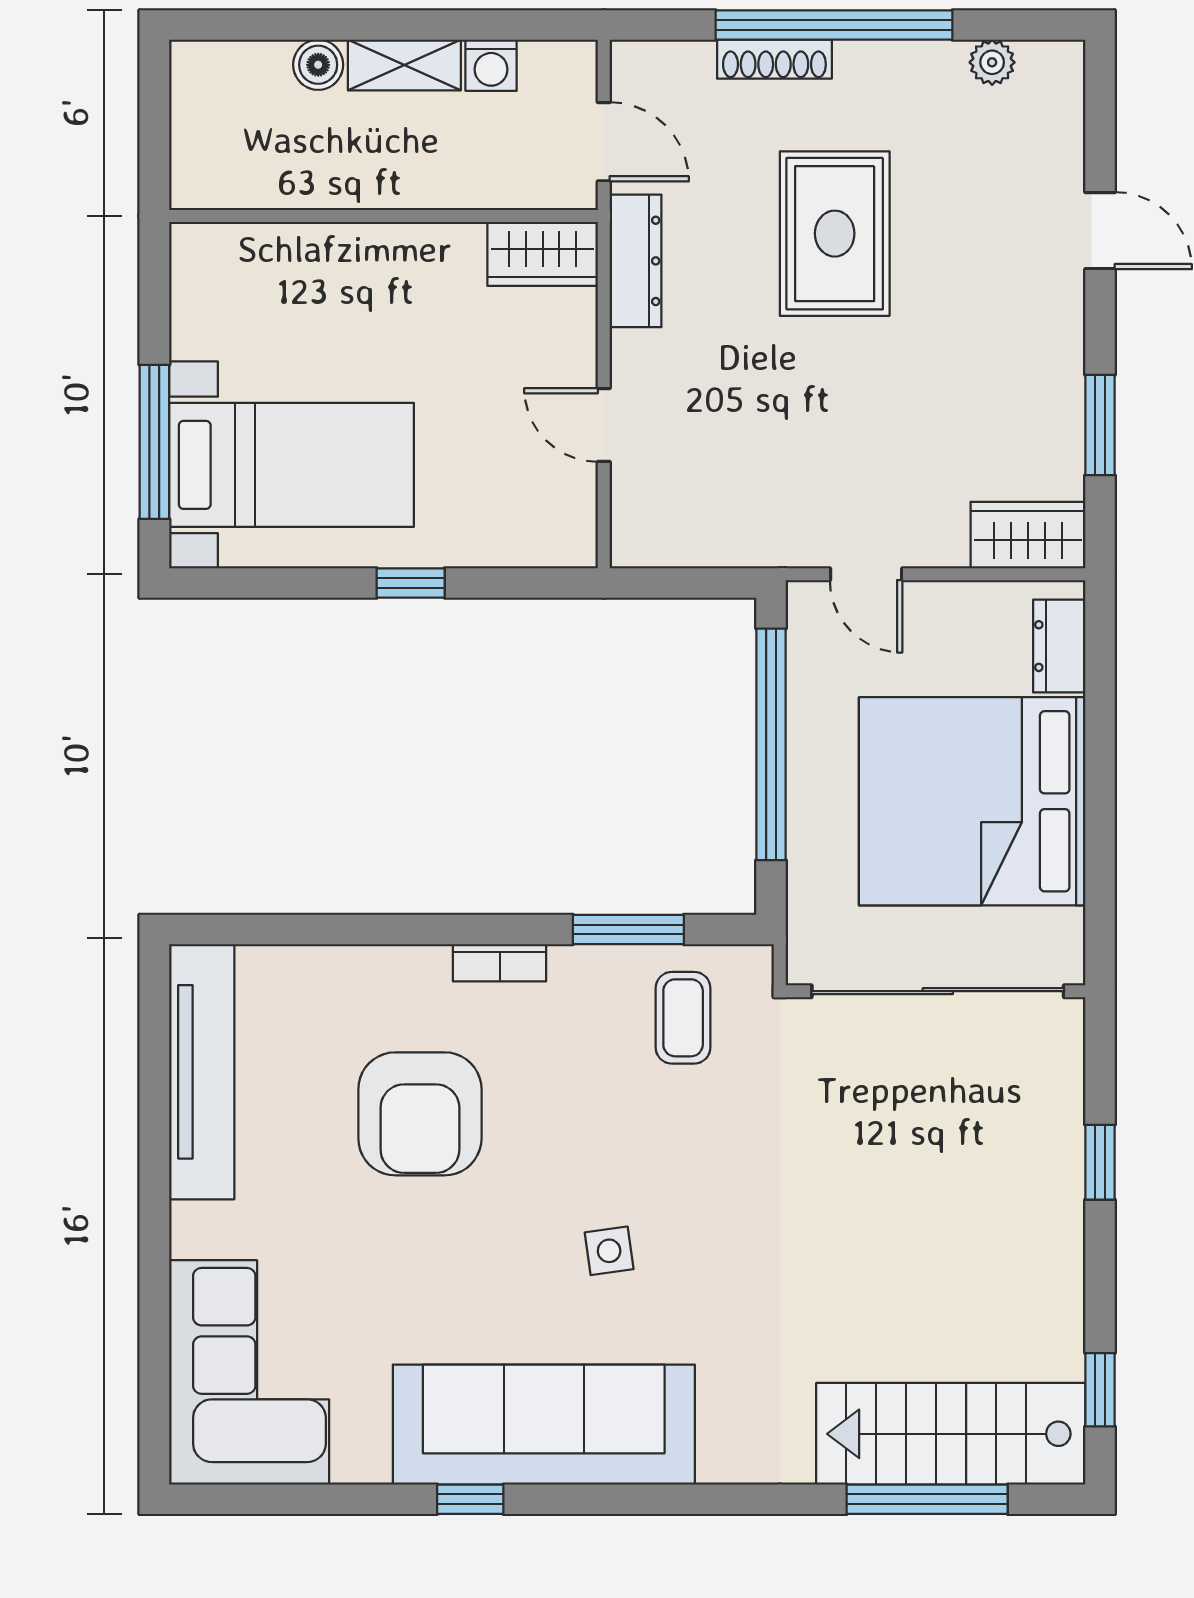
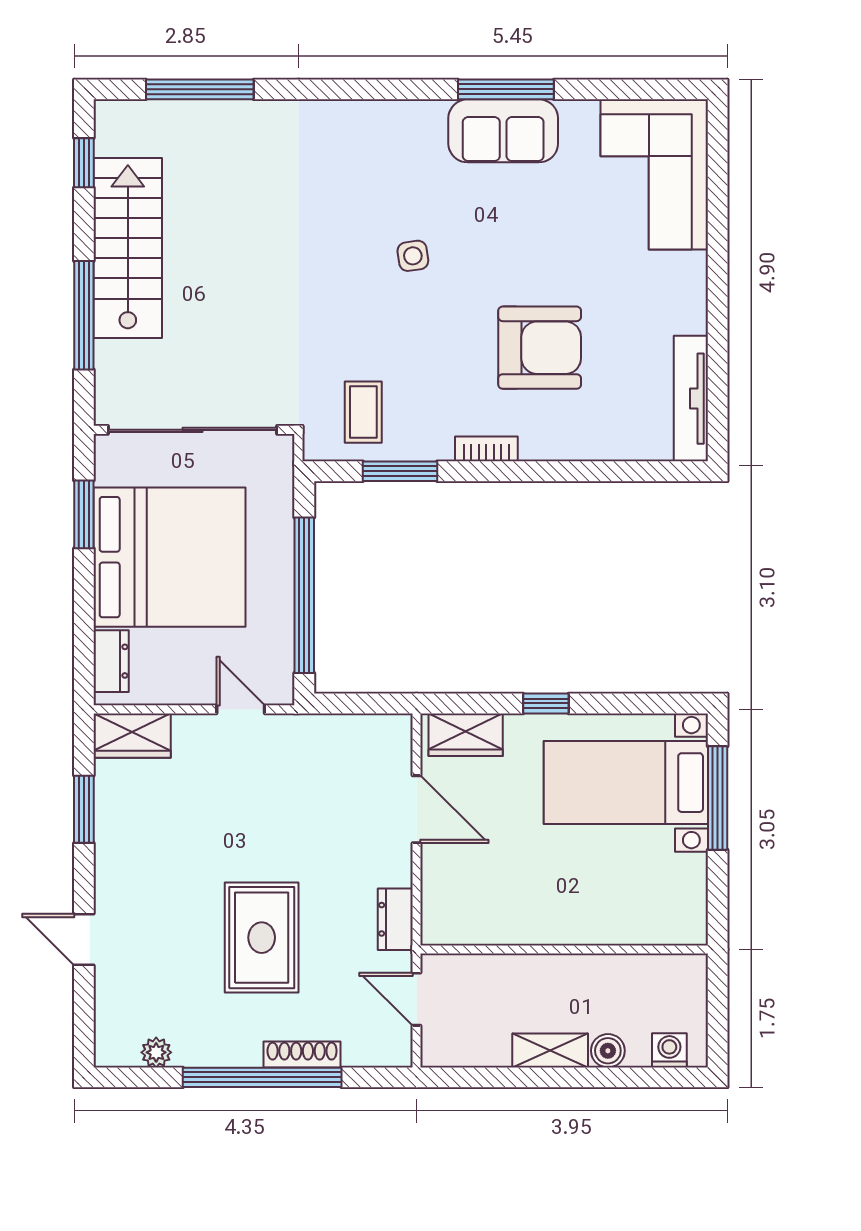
washing machine: (491, 65) -> (669, 1050), moved
wardrobe: (543, 254) -> (466, 735), moved, turned 180
dresser: (635, 261) -> (395, 919), width x0.70
door: (604, 425) -> (417, 809), width x1.38
window: (1100, 865) -> (84, 514), added
tv unit: (202, 1072) -> (691, 399), width x0.73, depth x0.78
armchair: (420, 1114) -> (540, 348), turned 90
window: (1100, 1162) -> (84, 315), width x2.17
sofa: (544, 1425) -> (503, 131), width x0.54, depth x0.79
stairs: (951, 1434) -> (128, 248), moved, turned -90
window: (470, 1499) -> (506, 89), width x2.17

